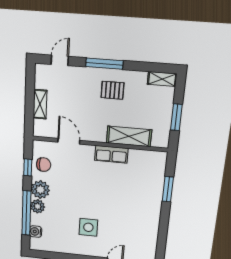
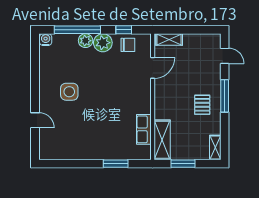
shelving: (40, 104) -> (169, 39), moved
shelving: (129, 136) -> (162, 140), moved
row of seats: (111, 154) -> (144, 129), moved
chair: (44, 165) -> (128, 45), turned -90
water cooler: (36, 232) -> (46, 40), moved

